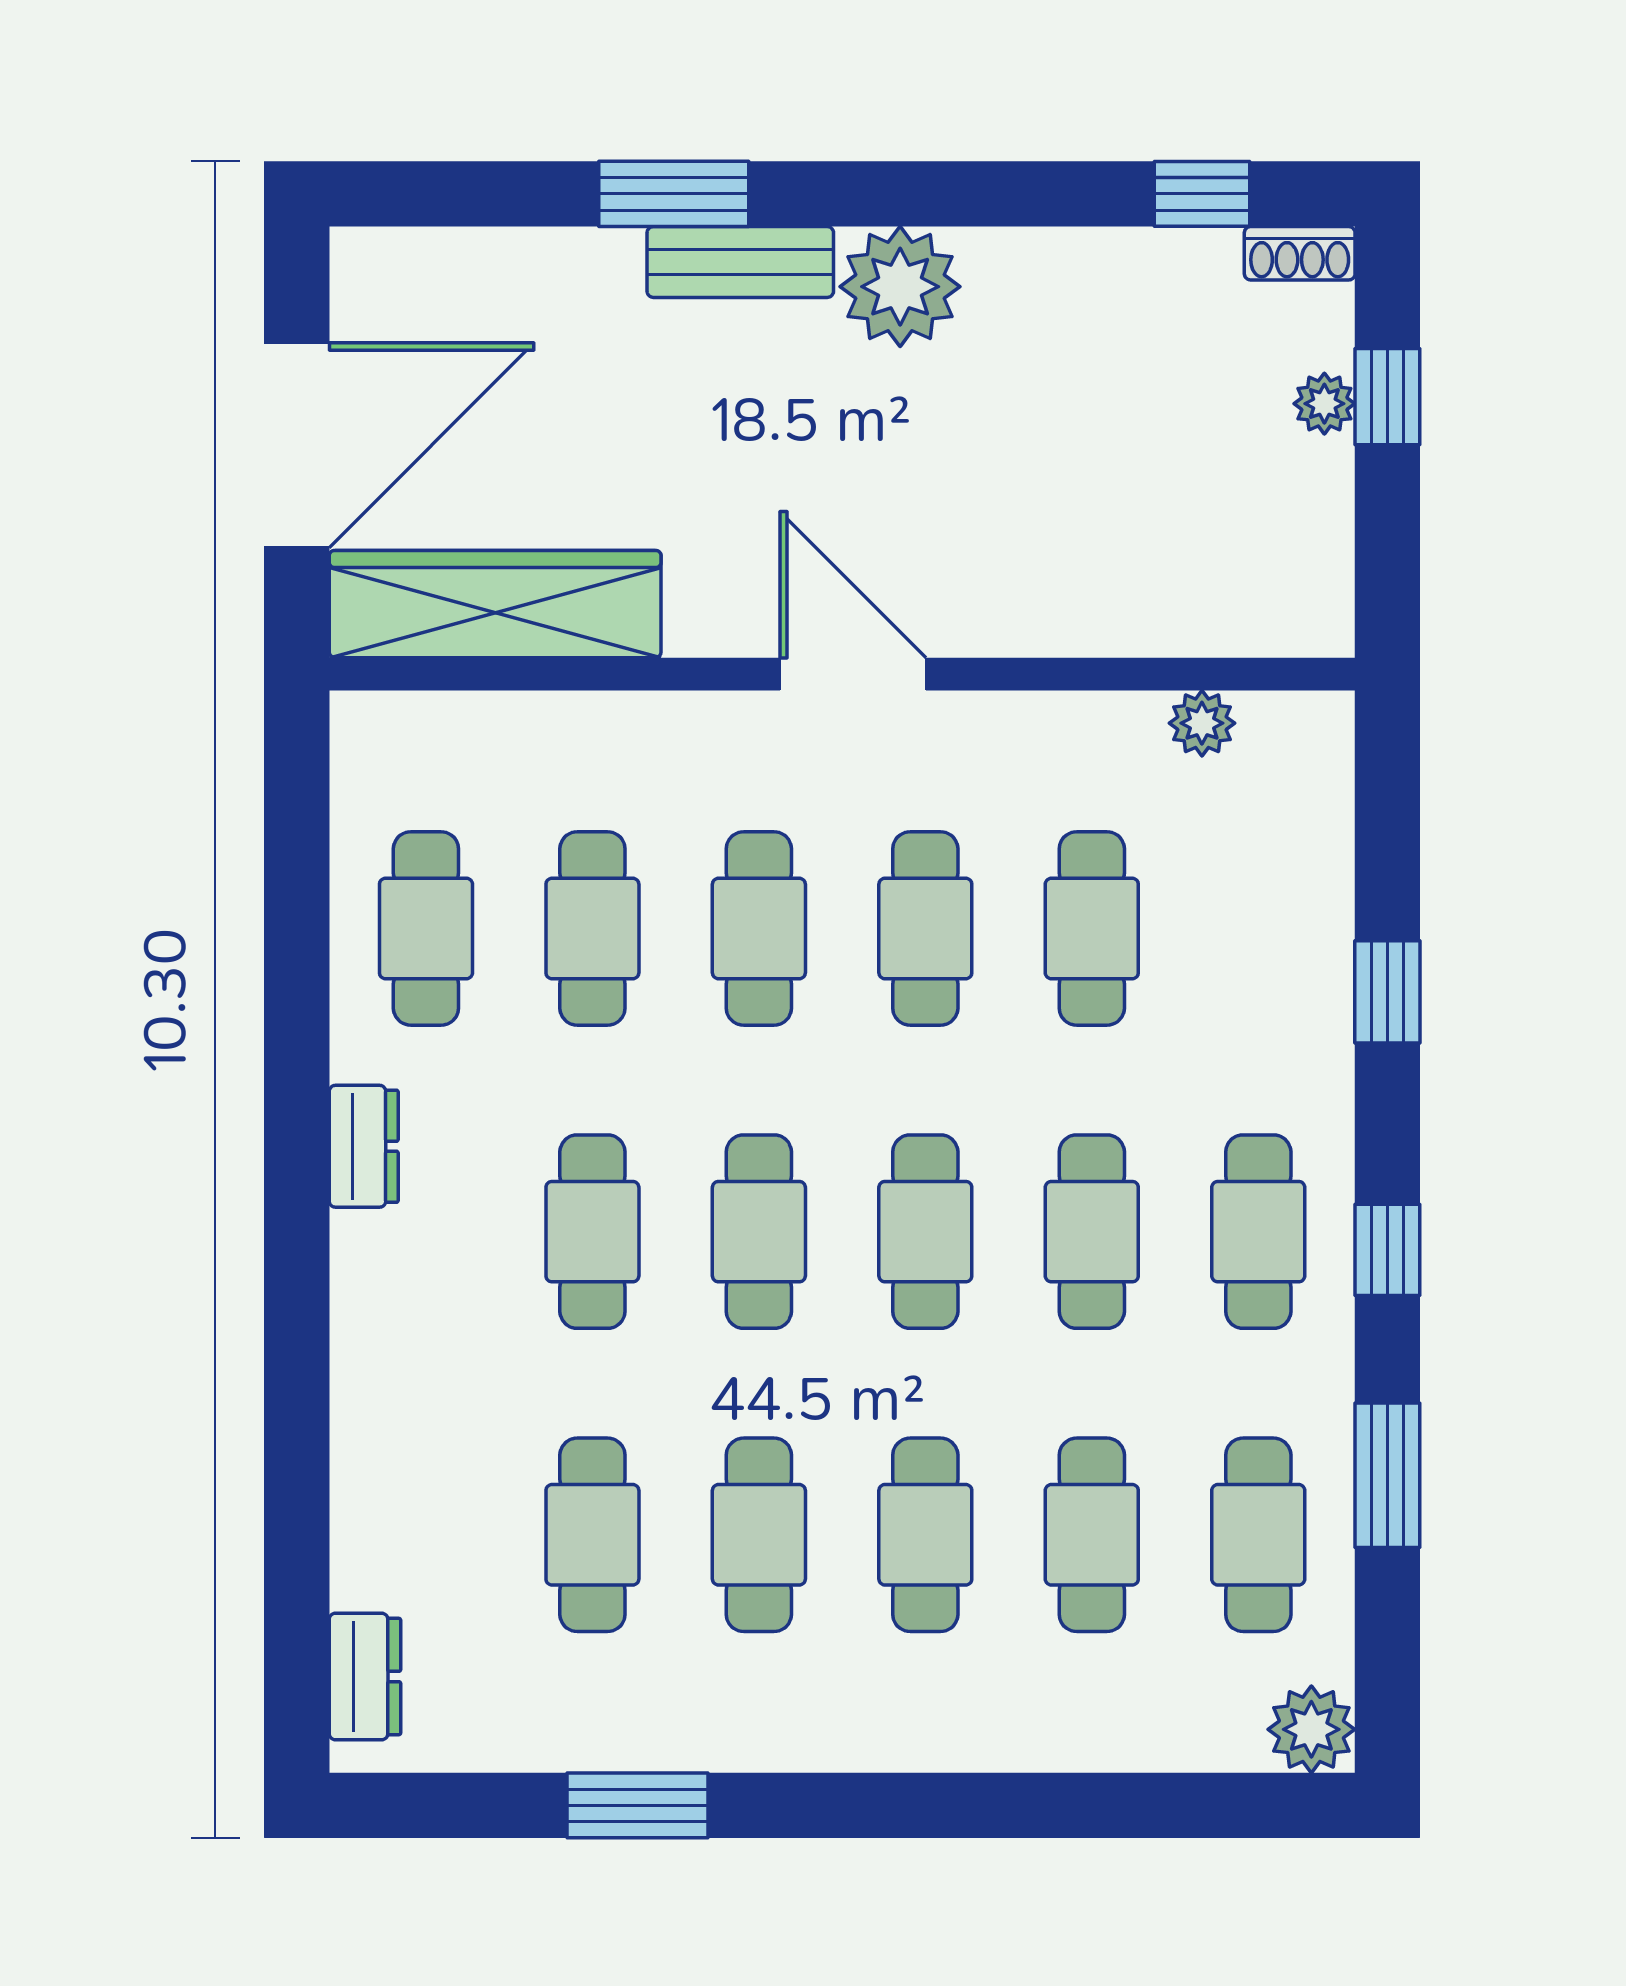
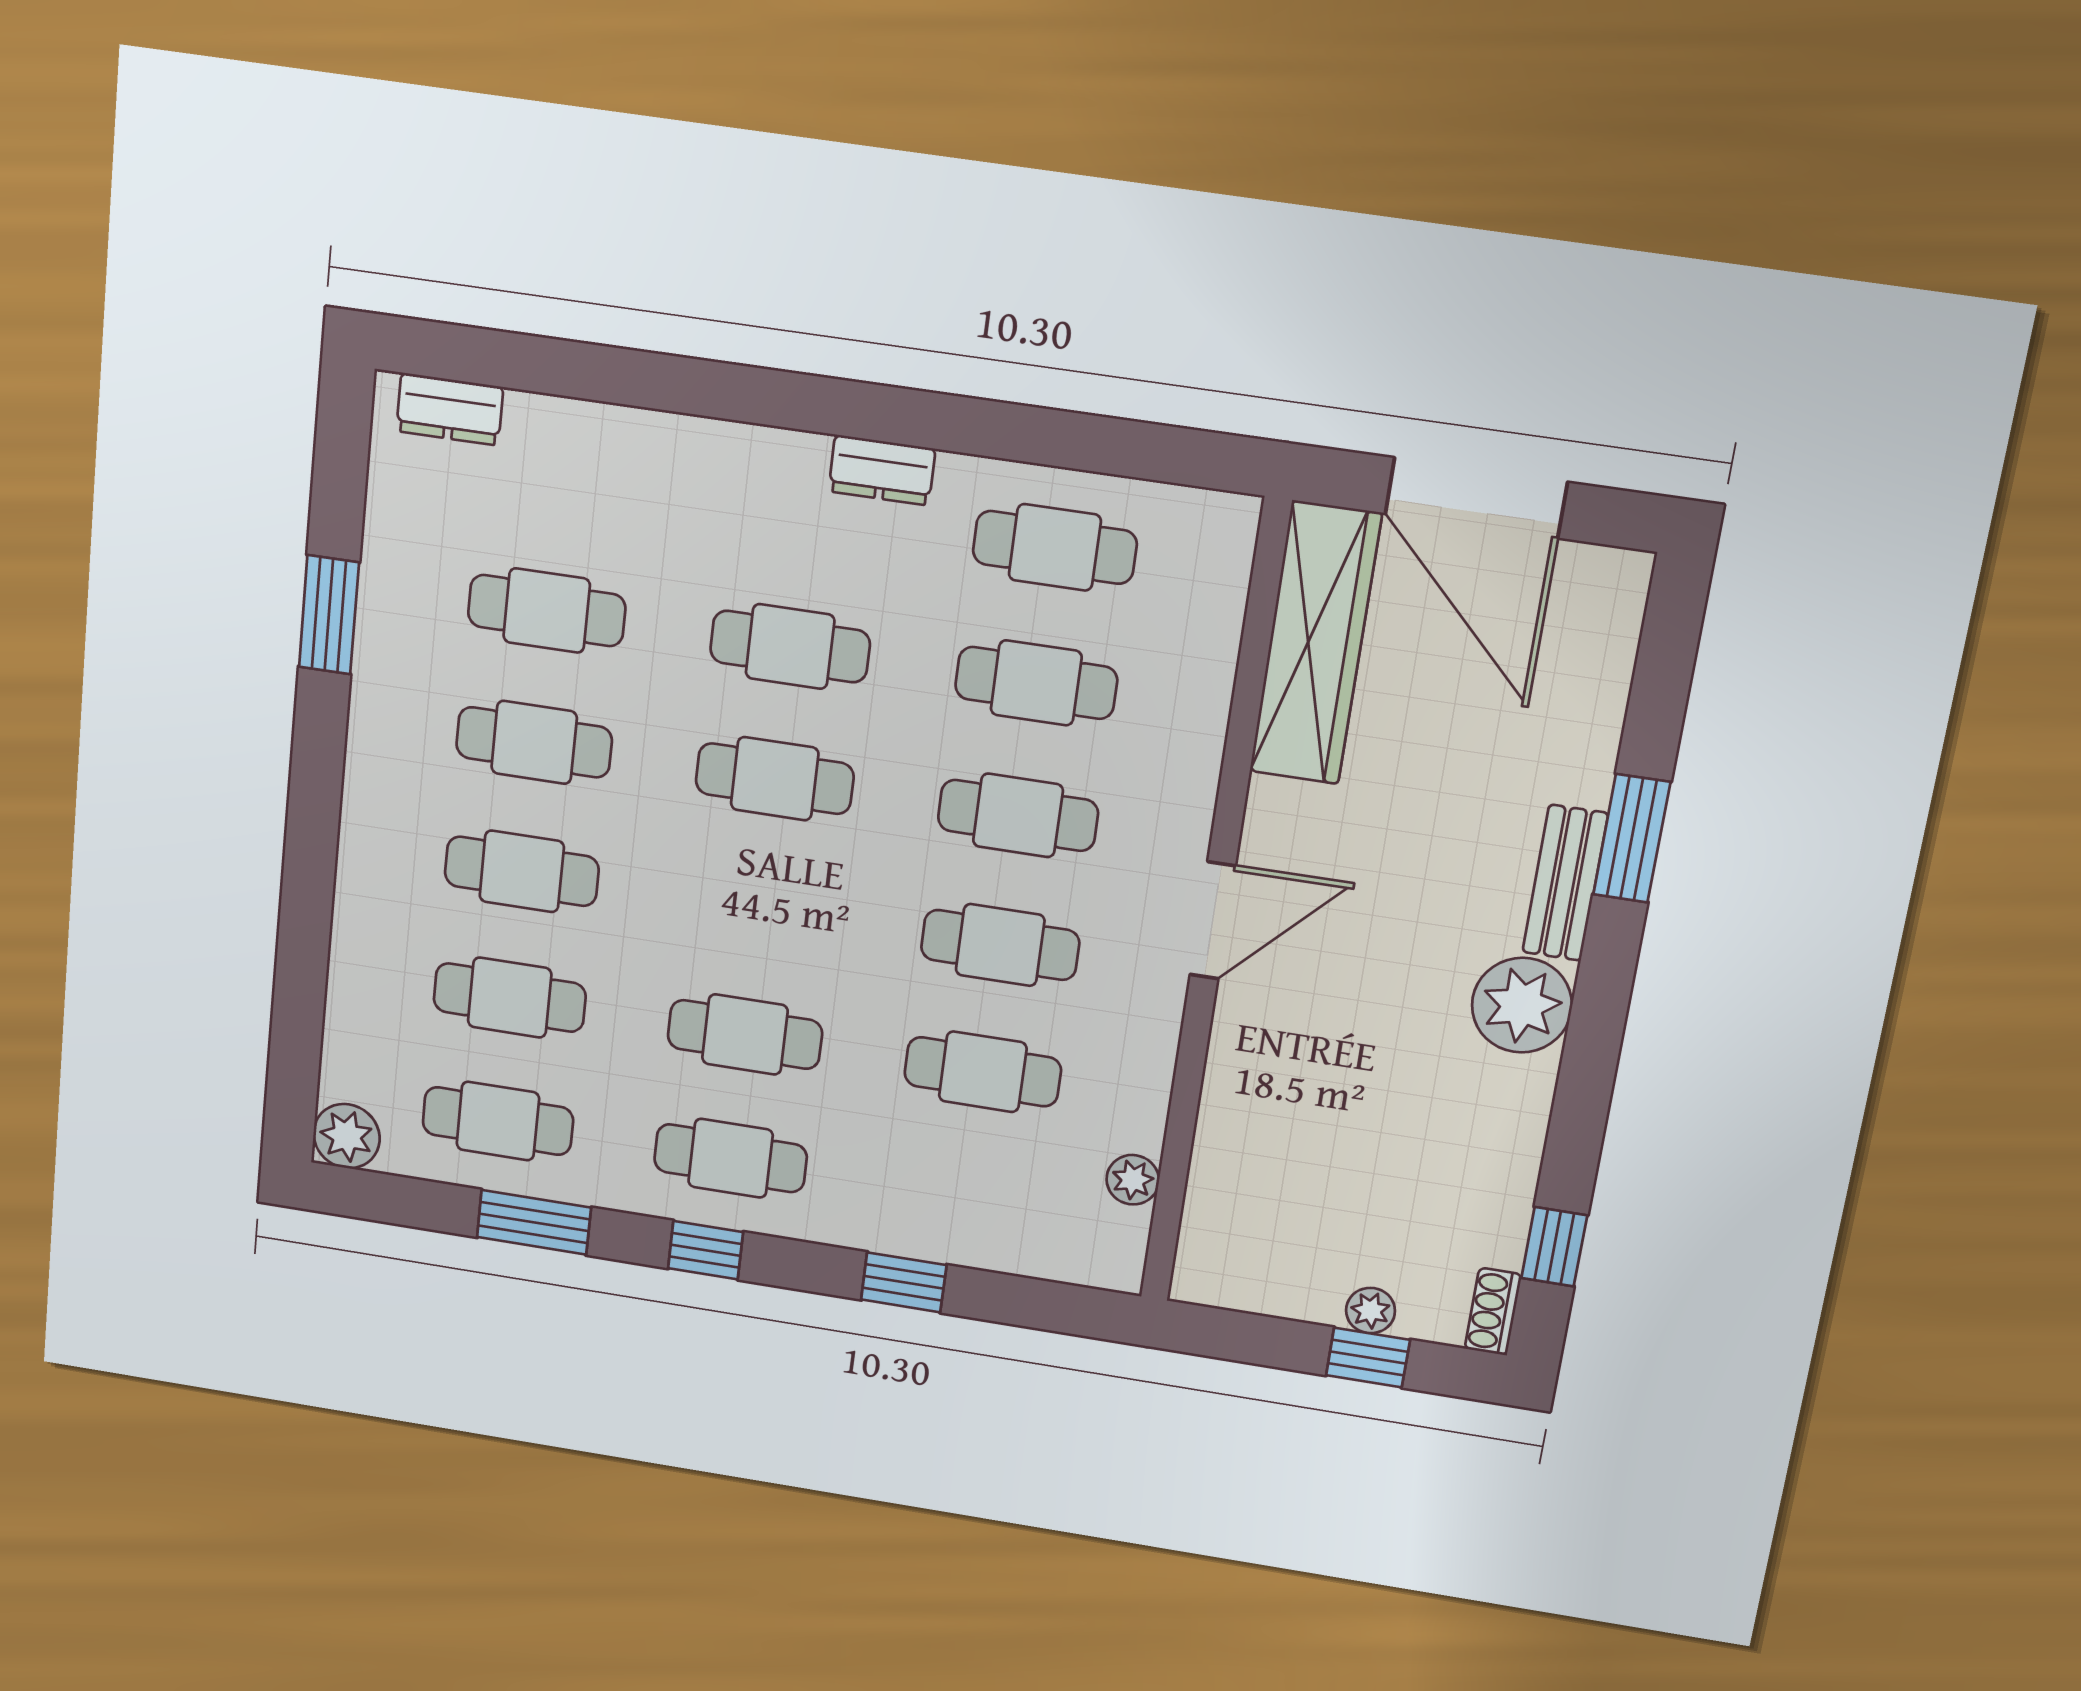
cafe table: (925, 1232) -> (760, 908), removed

